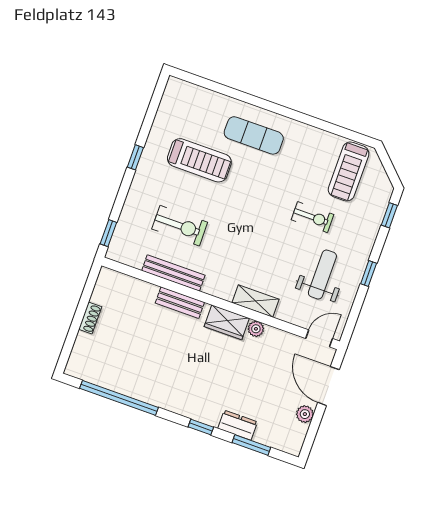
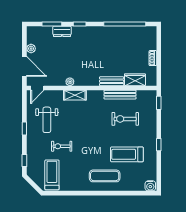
water cooler: (177, 88) -> (150, 186), added
wardrobe: (227, 322) -> (135, 80), moved

